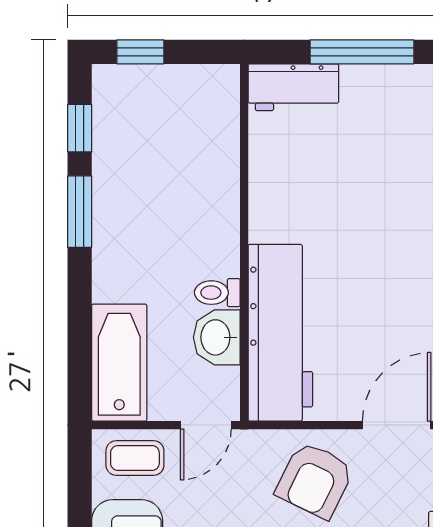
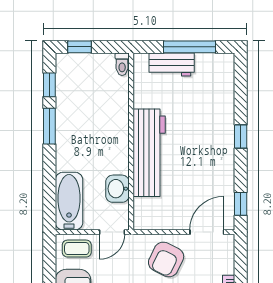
workbench: (293, 87) -> (172, 64), moved
toilet: (217, 293) -> (122, 64), moved, turned -90
workbench: (280, 333) -> (149, 153), moved

